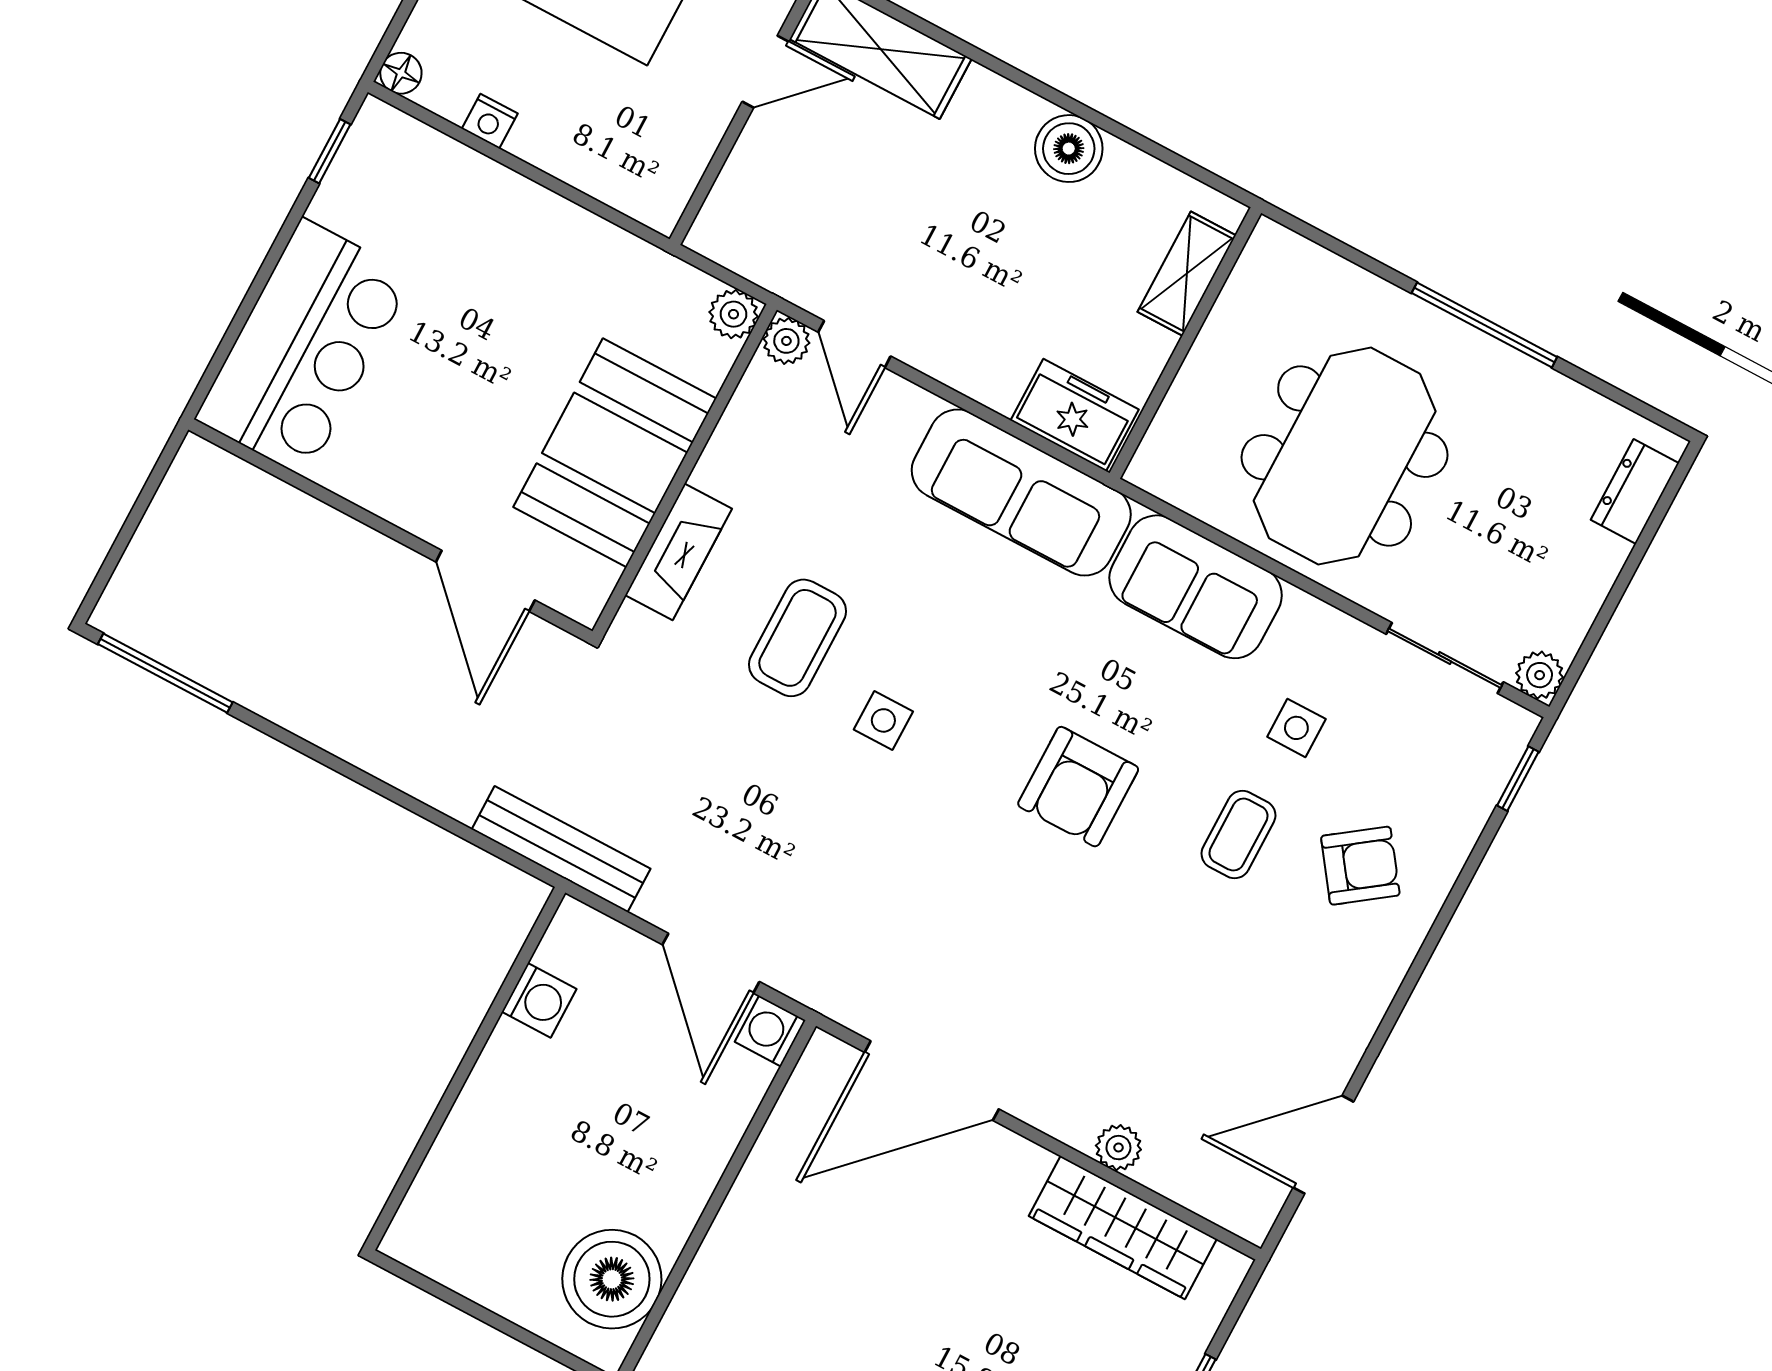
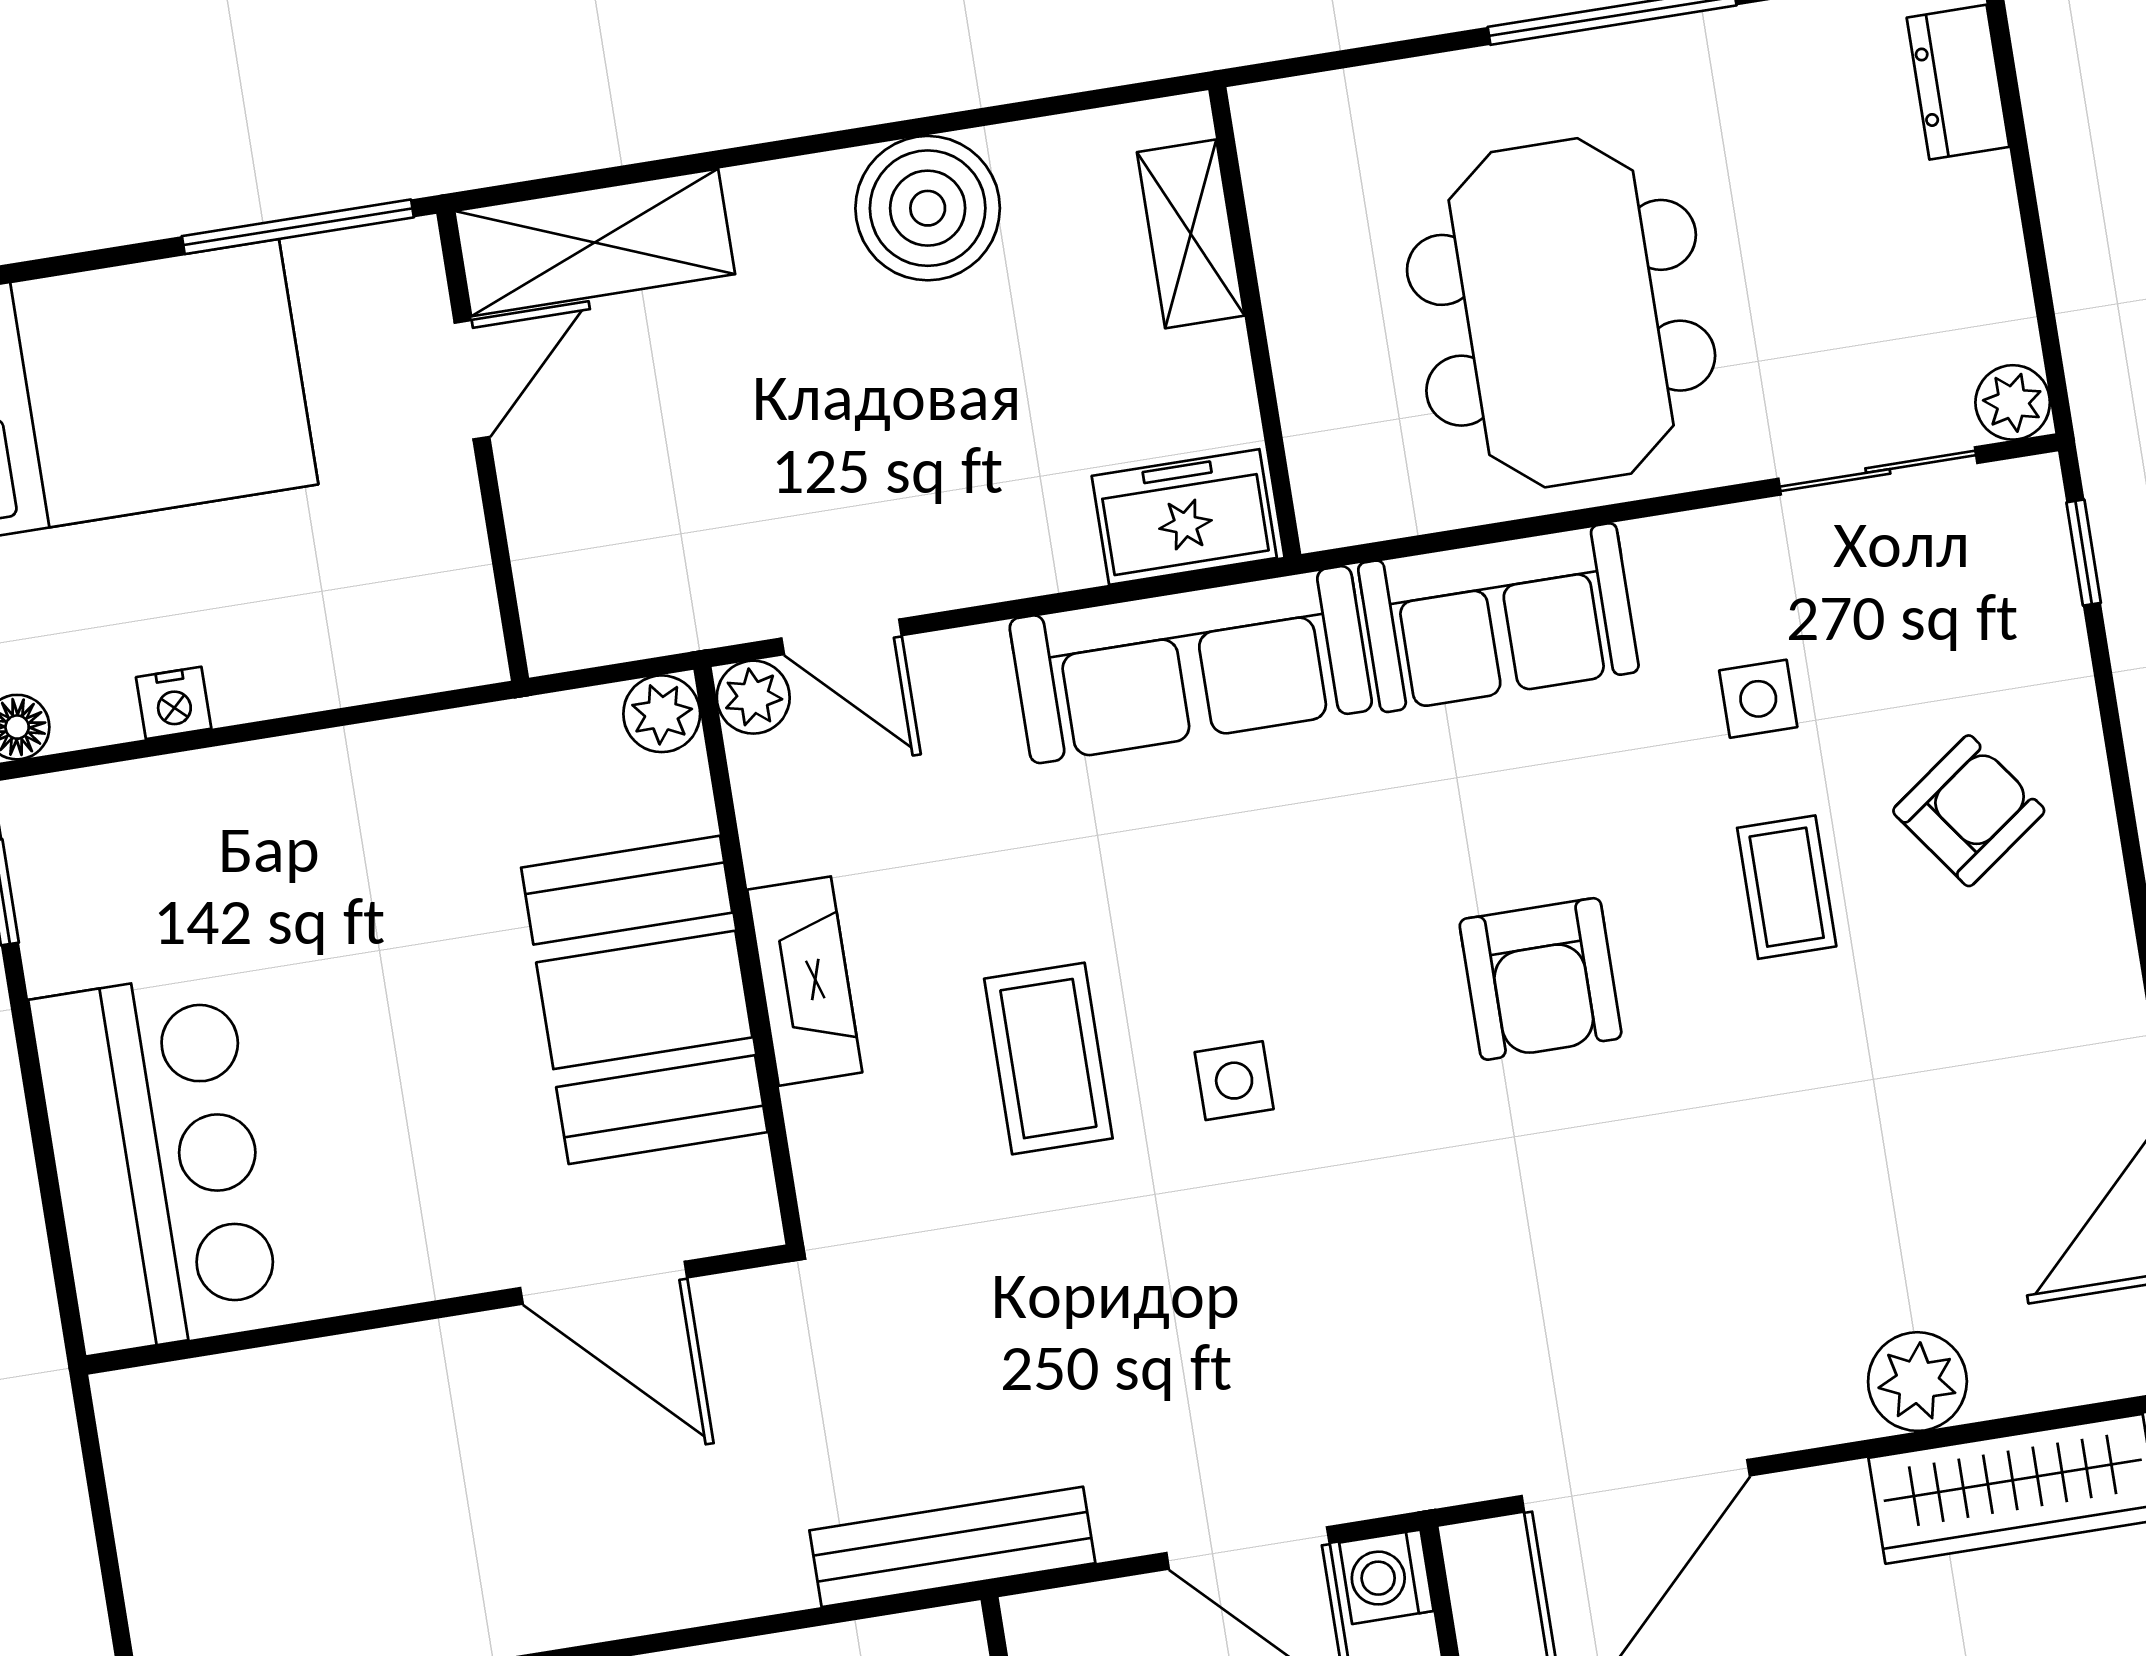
boiler: (1069, 149) -> (928, 208), width x1.37, depth x1.37
fireplace: (679, 552) -> (805, 981), moved
plant: (1118, 1148) -> (1917, 1382), width x1.38, depth x1.38

